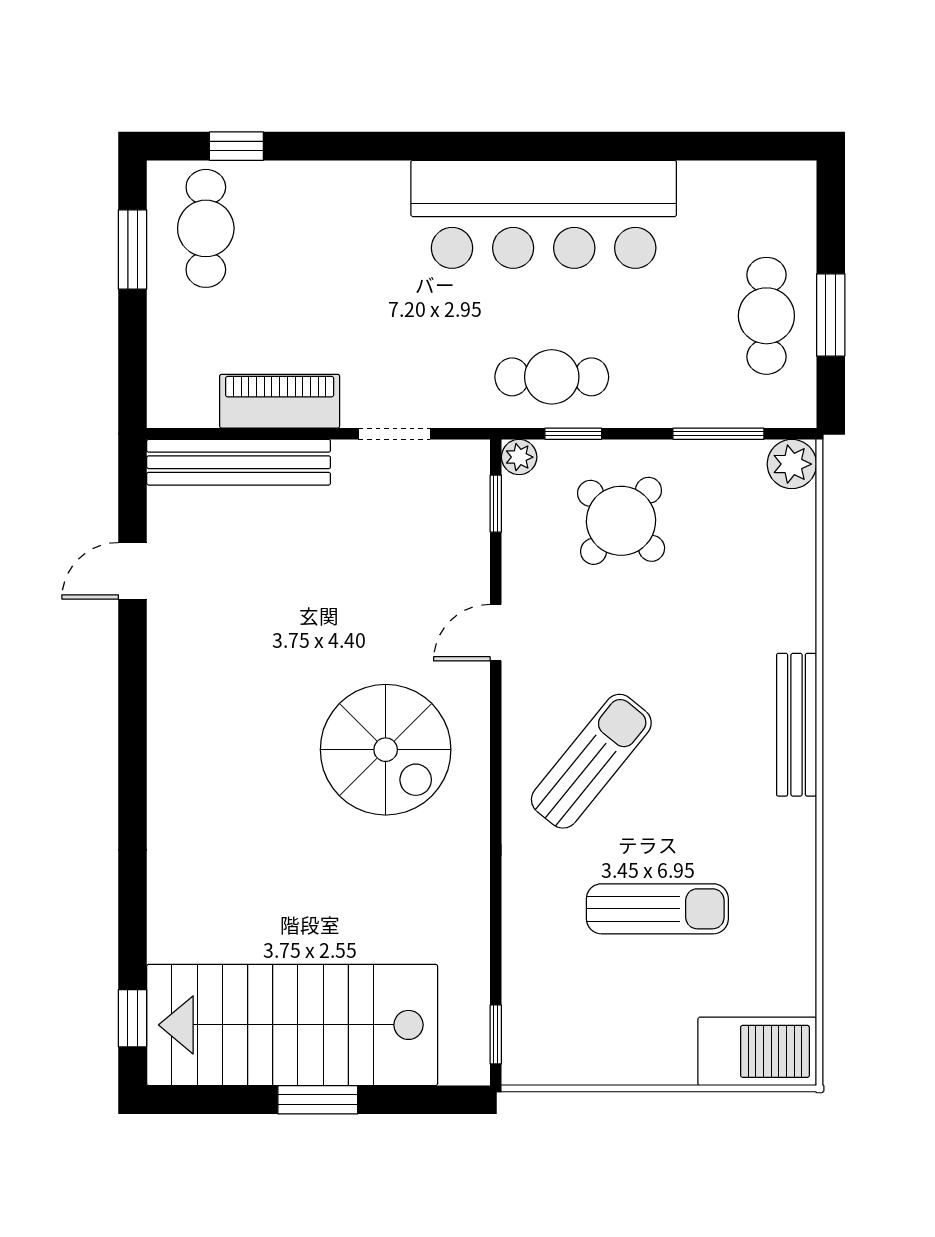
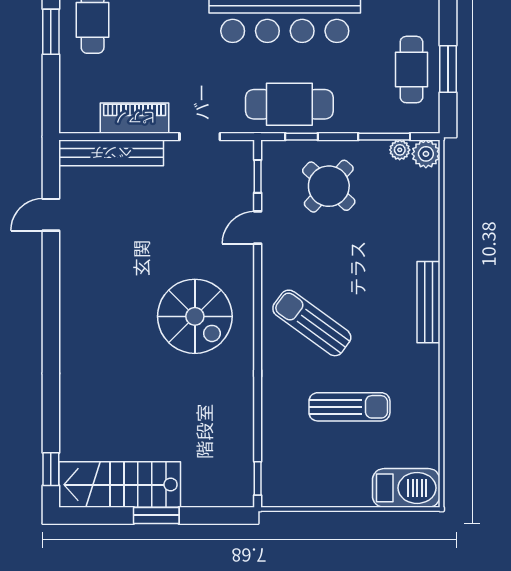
cafe table: (552, 377) -> (289, 104), width x1.37, depth x1.35
plant: (519, 457) -> (400, 150), moved
door: (496, 633) -> (258, 228), moved
sun lounger: (591, 761) -> (312, 323), turned -93
stairs: (292, 1025) -> (120, 485), width x0.73, depth x0.66

